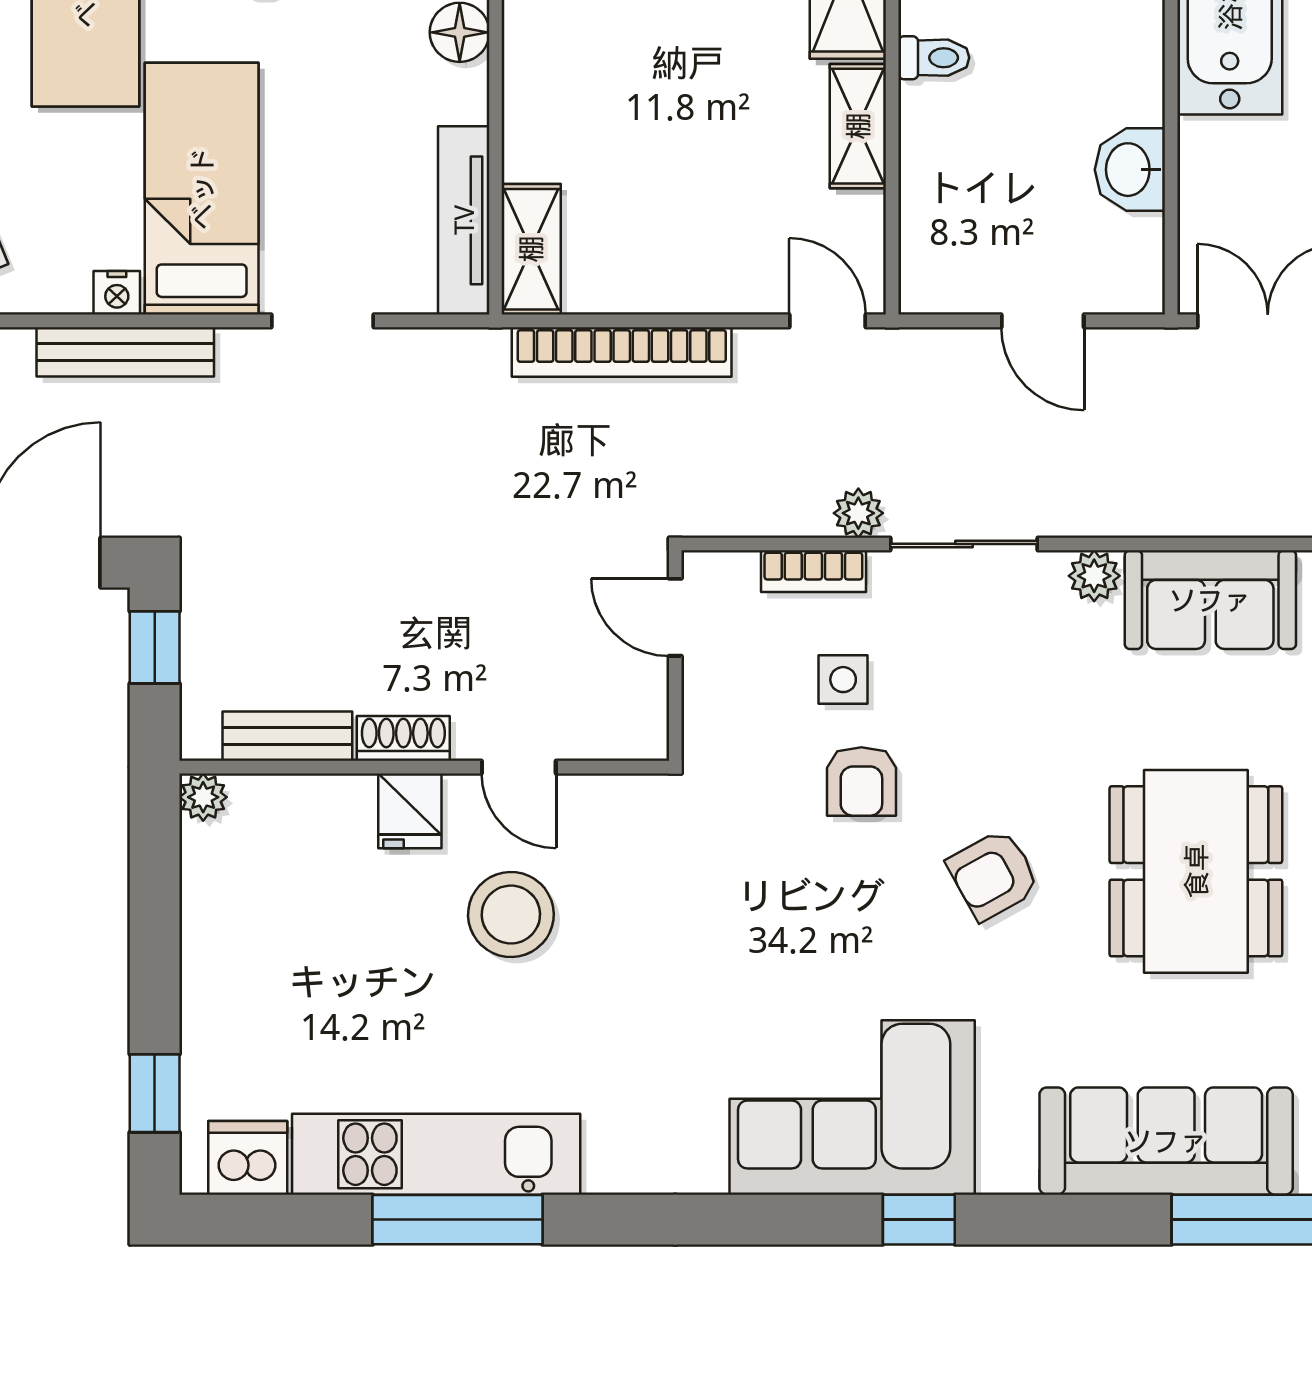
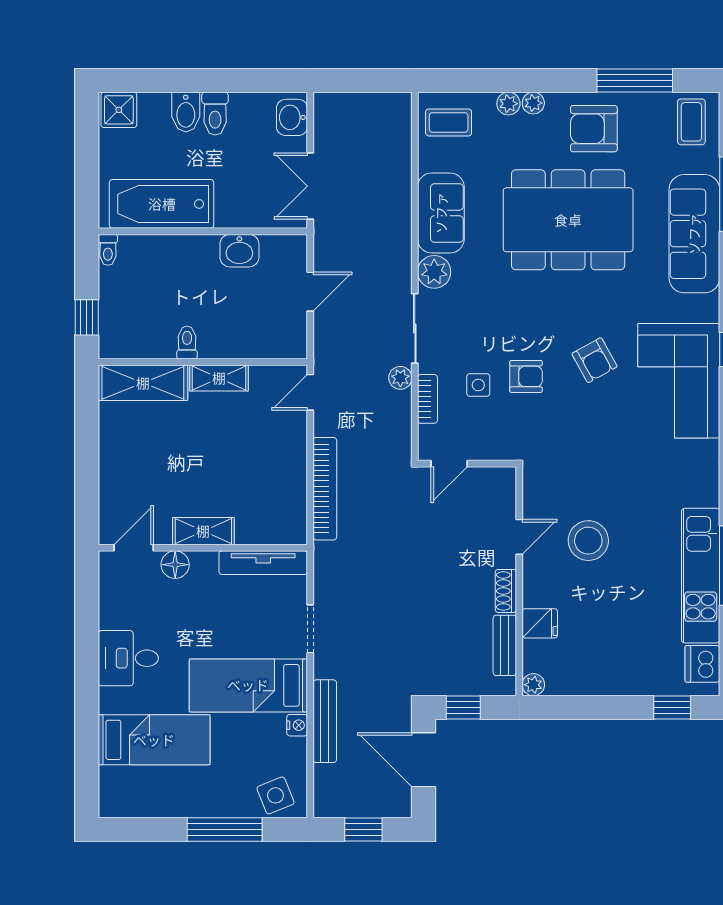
shelving: (531, 249) -> (203, 531), moved
plant: (1094, 576) -> (434, 272), width x1.38, depth x1.38
fridge: (410, 811) -> (540, 623), moved
dining table: (1196, 871) -> (568, 220), width x1.36, depth x1.24
armchair: (993, 875) -> (594, 360), moved

